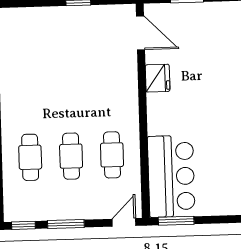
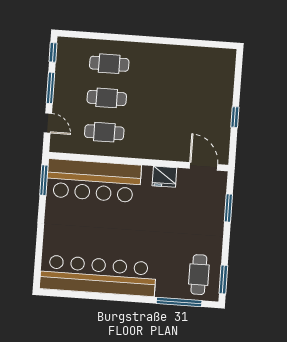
door: (140, 33) -> (204, 166), swing flipped
bar counter: (171, 176) -> (94, 181), width x1.36
door: (124, 222) -> (48, 123), moved

